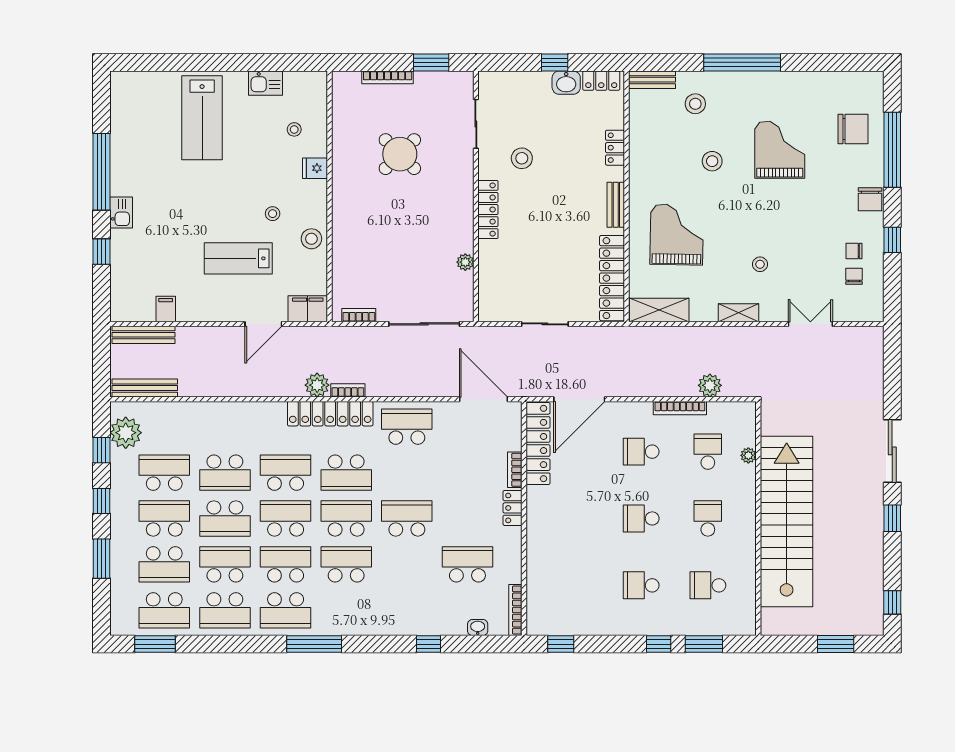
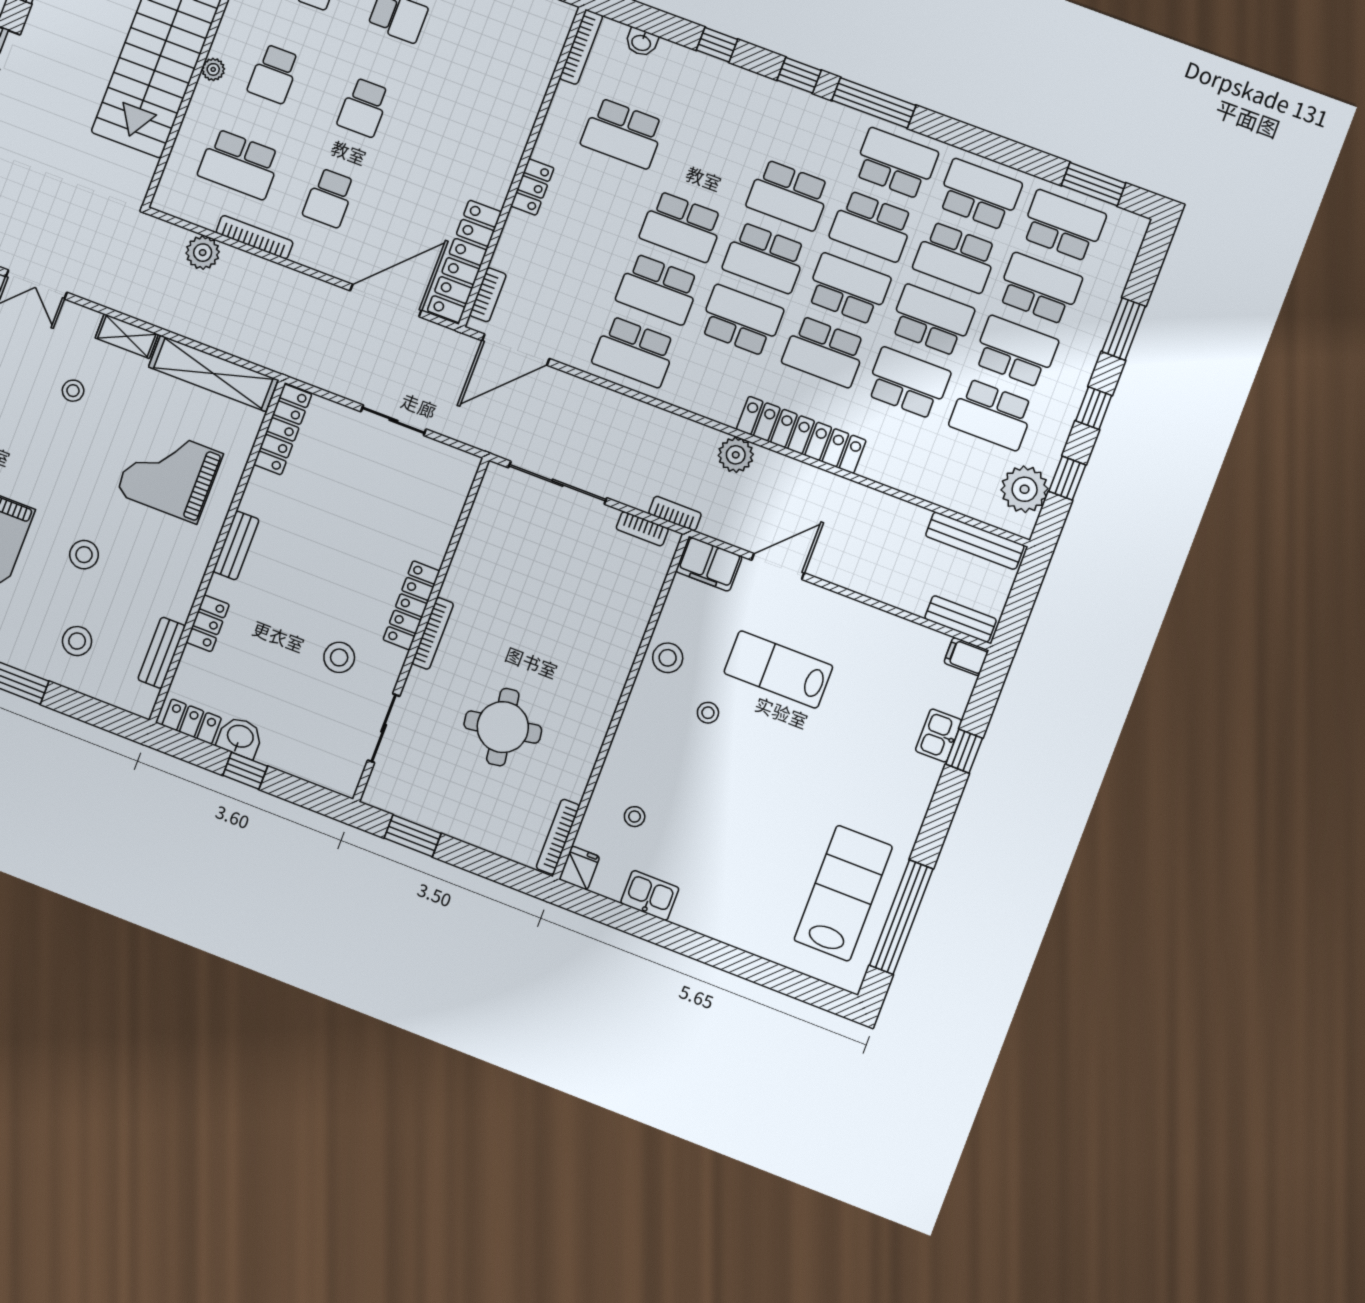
bookcase: (388, 77) -> (558, 837), moved, turned -90
bench: (652, 80) -> (162, 653), moved, turned 90
lab bench: (202, 118) -> (843, 893), moved
round table: (400, 154) -> (503, 727), turned 36
fridge: (315, 168) -> (579, 868), moved, turned -90
window: (101, 172) -> (901, 917), moved
bookcase: (468, 197) -> (433, 633), added
kitchen sink: (121, 213) -> (939, 736), moved
grand piano: (677, 235) -> (169, 473), turned 89
lab bench: (238, 258) -> (778, 669), turned 180
plant: (465, 262) -> (470, 546), removed
locker: (612, 278) -> (283, 429), width x0.71, depth x0.83
filing cabinet: (166, 309) -> (966, 657), moved, turned 90
shelving: (659, 310) -> (213, 373), width x1.47
bench: (143, 335) -> (961, 619), width x0.73
bookcase: (348, 390) -> (675, 513), moved, turned 180
door: (483, 399) -> (516, 350), hinge flipped
locker: (330, 414) -> (801, 435), moved
school desk: (641, 452) -> (329, 198), turned 90
school desk: (708, 452) -> (239, 164), width x1.85
plant: (748, 455) -> (213, 69), moved
bookcase: (515, 470) -> (488, 295), moved
school desk: (407, 473) -> (658, 289), added
school desk: (164, 518) -> (1016, 352), turned 180
school desk: (286, 518) -> (848, 289), turned 180
school desk: (641, 518) -> (364, 107), turned 90
window: (368, 644) -> (799, 75), added

